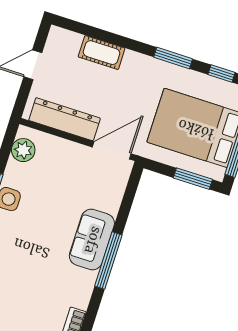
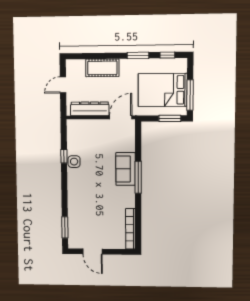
cot: (102, 53) -> (102, 68), width x1.37, depth x1.34
plant: (23, 150) -> (73, 133), removed

